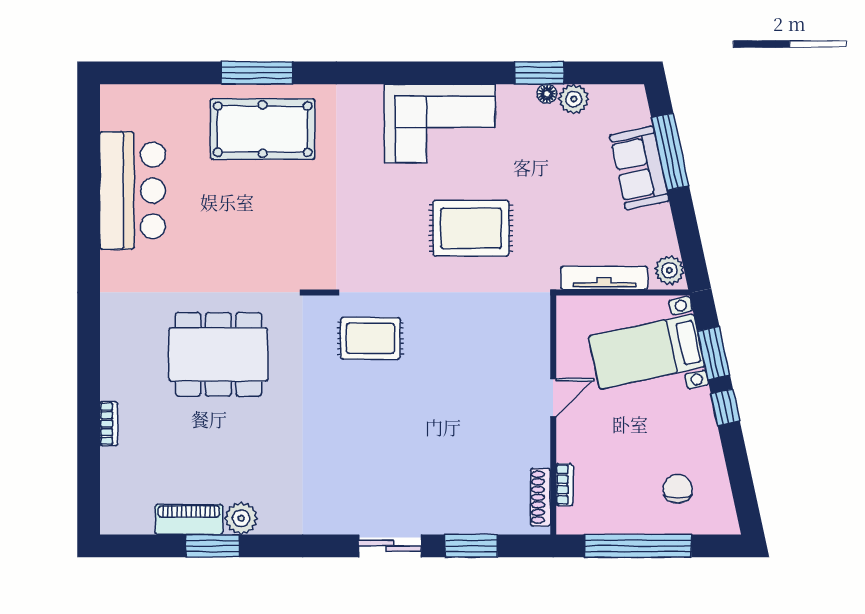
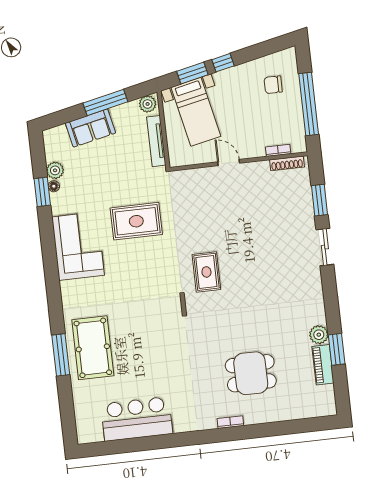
window: (670, 152) -> (105, 102), moved
rug: (471, 228) -> (136, 221), turned 90
dining table: (218, 354) -> (251, 373), moved, width x0.73
bookcase: (109, 424) -> (230, 422), moved

